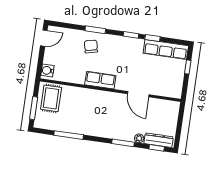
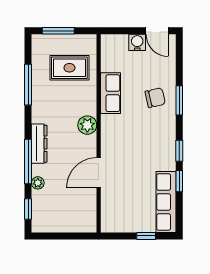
water cooler: (47, 70) -> (137, 42), moved
row of seats: (100, 80) -> (110, 93), moved
plant: (103, 97) -> (87, 125), added
rug: (51, 98) -> (69, 68), moved
dresser: (159, 140) -> (39, 144), moved
window: (123, 143) -> (28, 162), width x1.44

